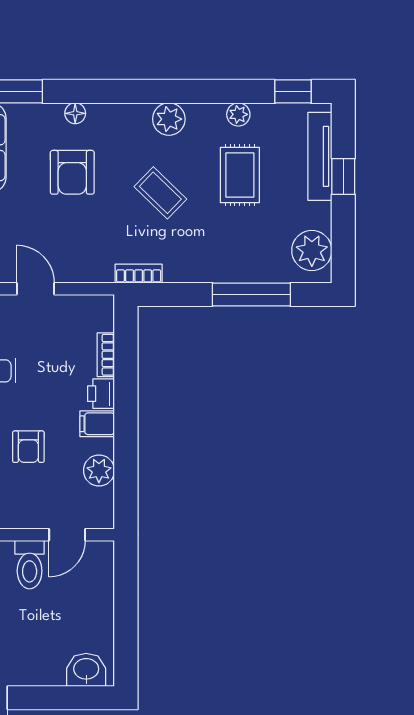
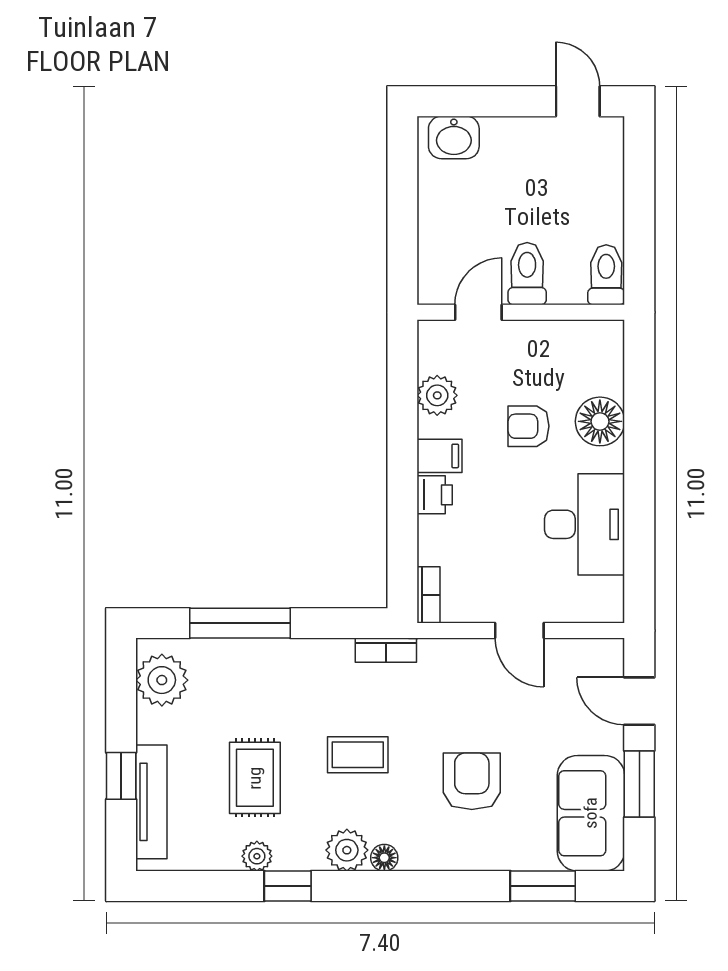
window: (293, 91) -> (288, 886), moved
floor lamp: (75, 113) -> (384, 858), moved
coffee table: (160, 193) -> (358, 755), turned -44
bookcase: (106, 355) -> (428, 595), moved
armchair: (28, 447) -> (529, 426), turned -90

